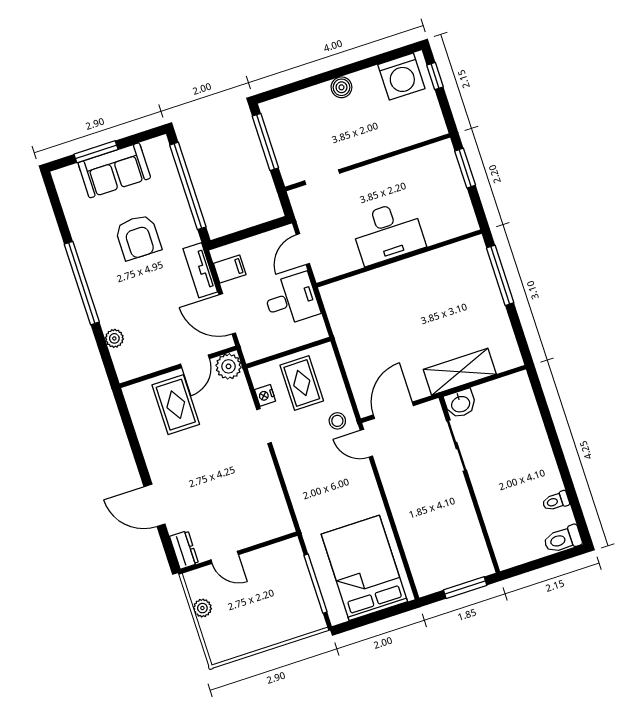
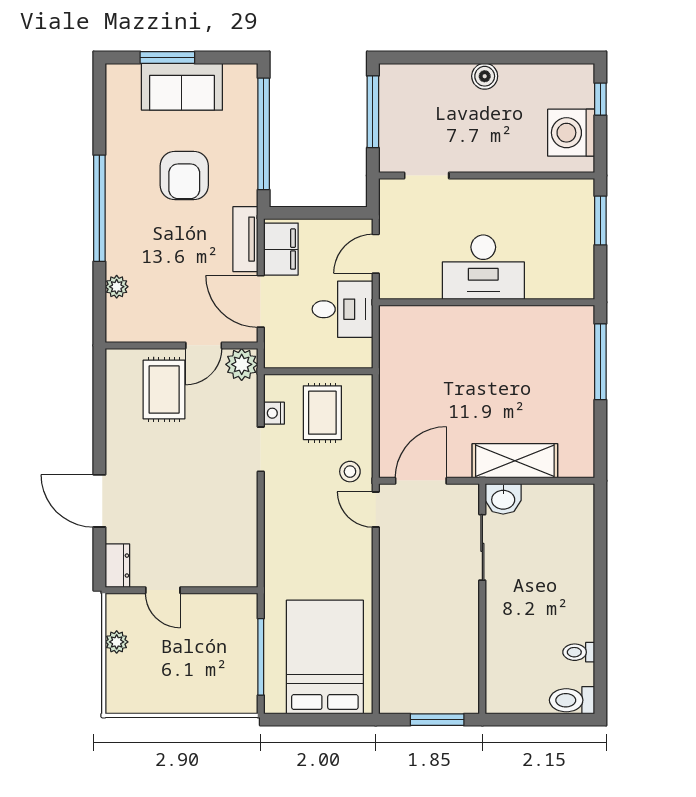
washing machine: (401, 77) -> (571, 133), moved, turned 90
filing cabinet: (230, 269) -> (281, 249), width x2.00

